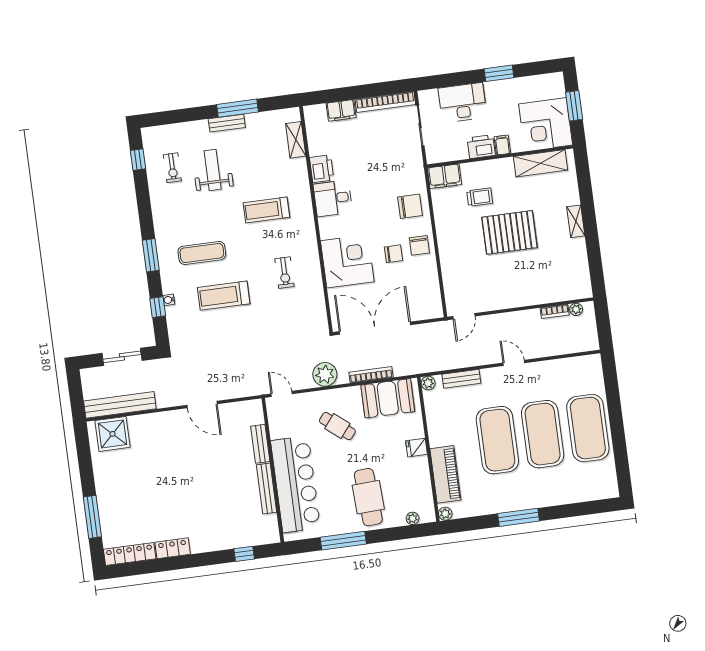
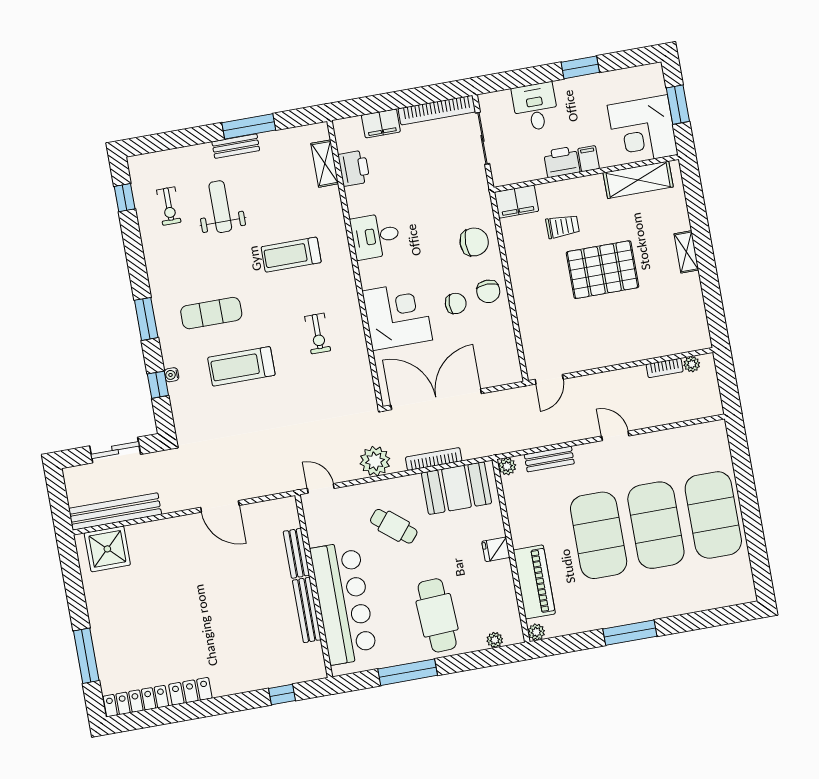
desk: (462, 103) -> (535, 107), width x0.73
printer: (322, 169) -> (354, 168), moved

